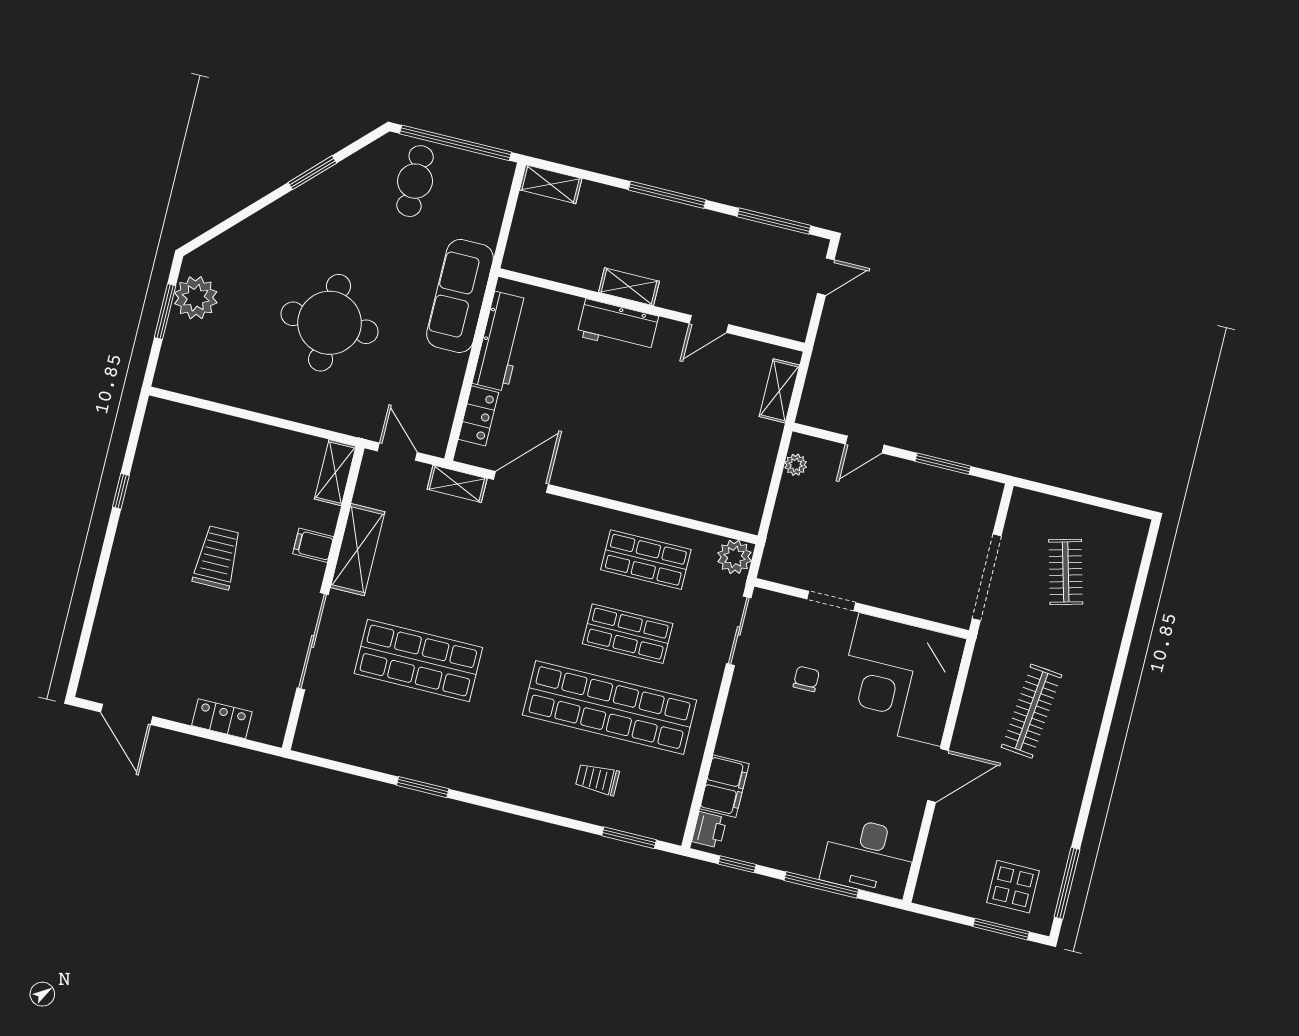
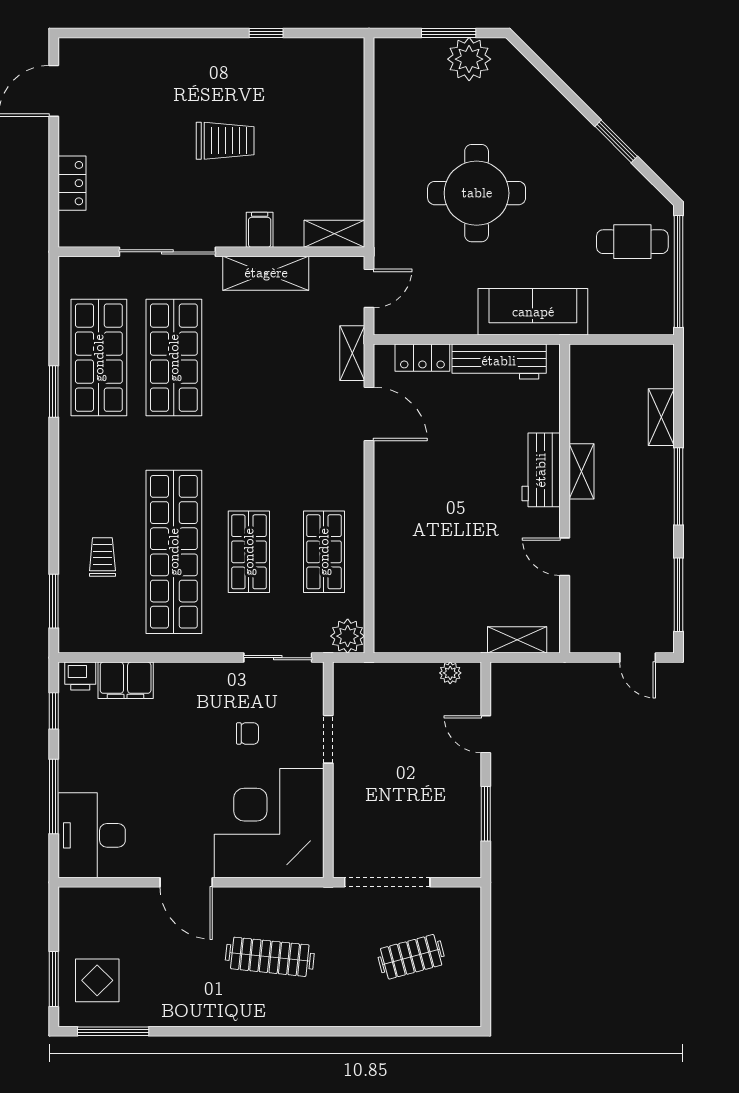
shelving: (551, 184) -> (661, 417), moved
shop shelf: (400, 734) -> (99, 358), added

